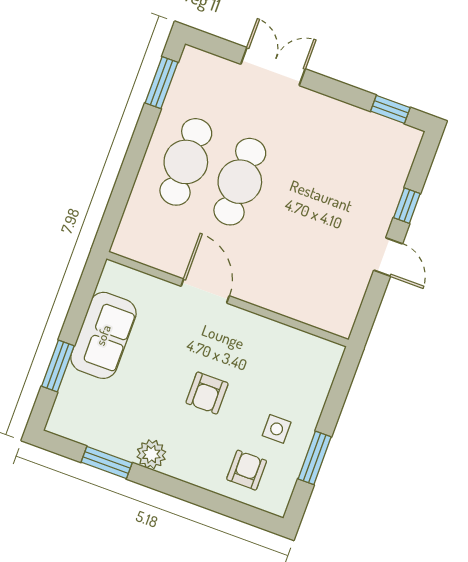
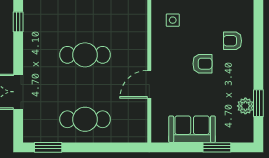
cafe table: (240, 182) -> (85, 55), moved
side table: (277, 429) -> (173, 20), moved
plant: (151, 454) -> (245, 106), moved
armchair: (247, 470) -> (232, 41), moved

